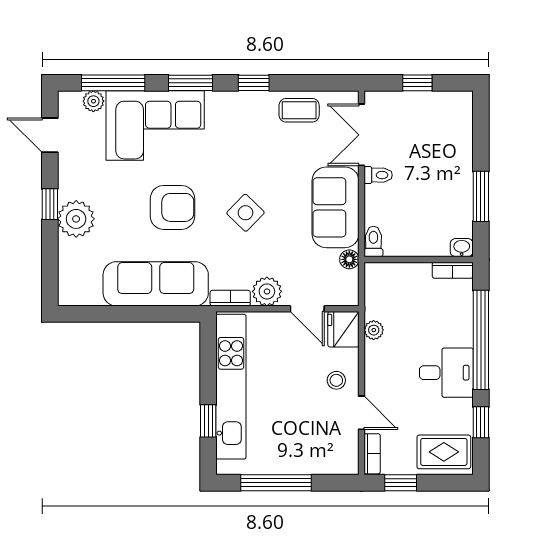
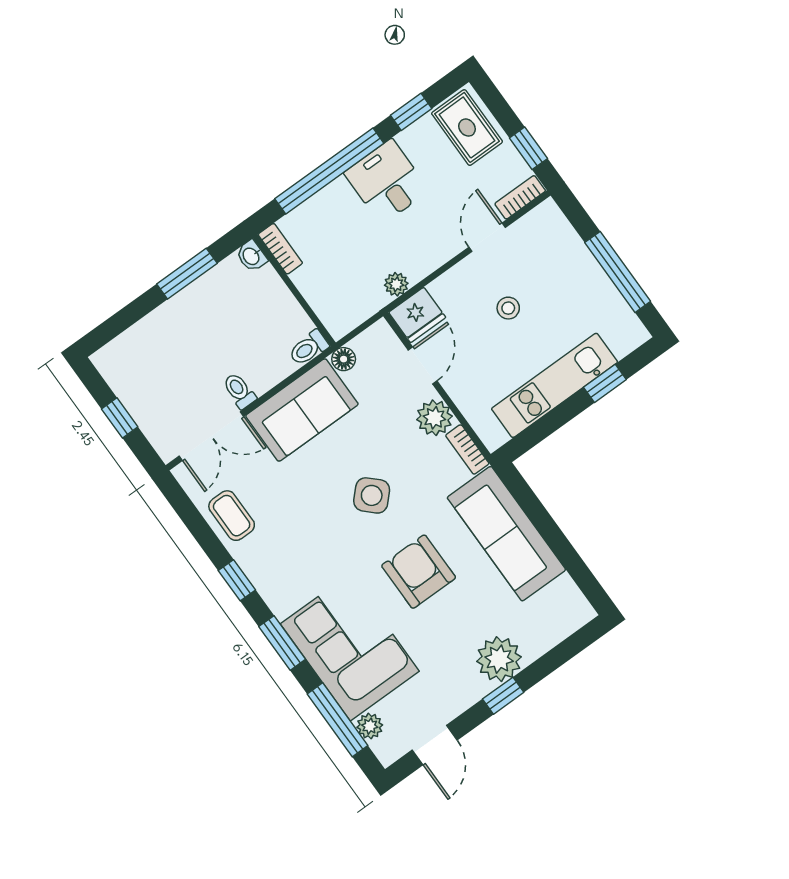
stool: (336, 380) -> (508, 308), moved
kitchen unit: (231, 387) -> (555, 385), width x0.73

